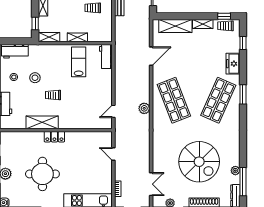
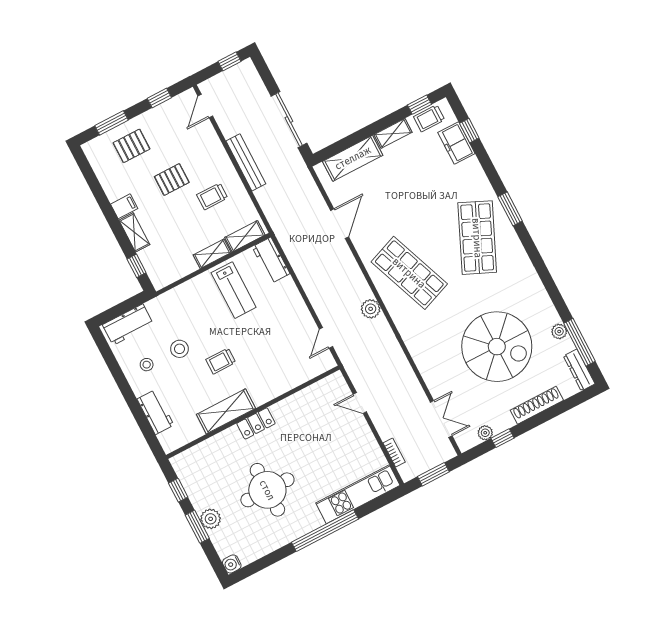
shelving: (49, 37) -> (245, 236), moved
lab bench: (79, 62) -> (234, 290), turned 180
freezer: (233, 64) -> (456, 143), moved

